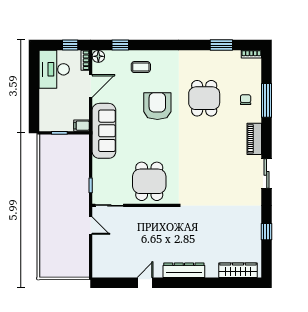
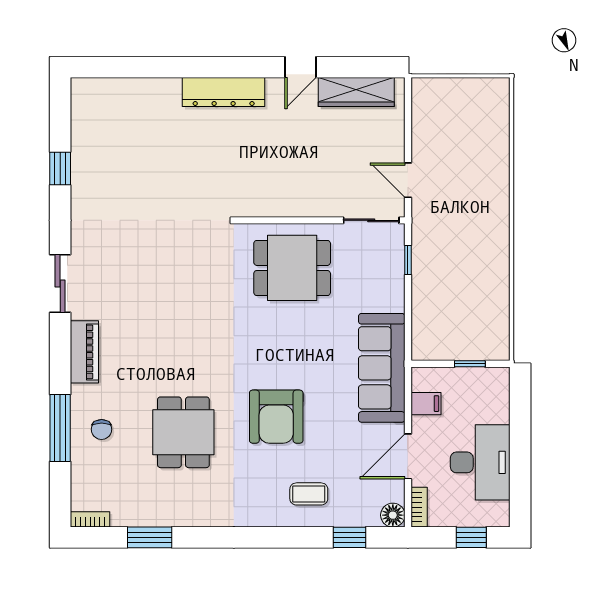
window: (70, 45) -> (471, 537), moved
desk: (54, 69) -> (480, 462), moved
filing cabinet: (82, 126) -> (426, 404), moved
dining table: (149, 181) -> (292, 268), turned 90
wardrobe: (238, 270) -> (356, 92), moved

